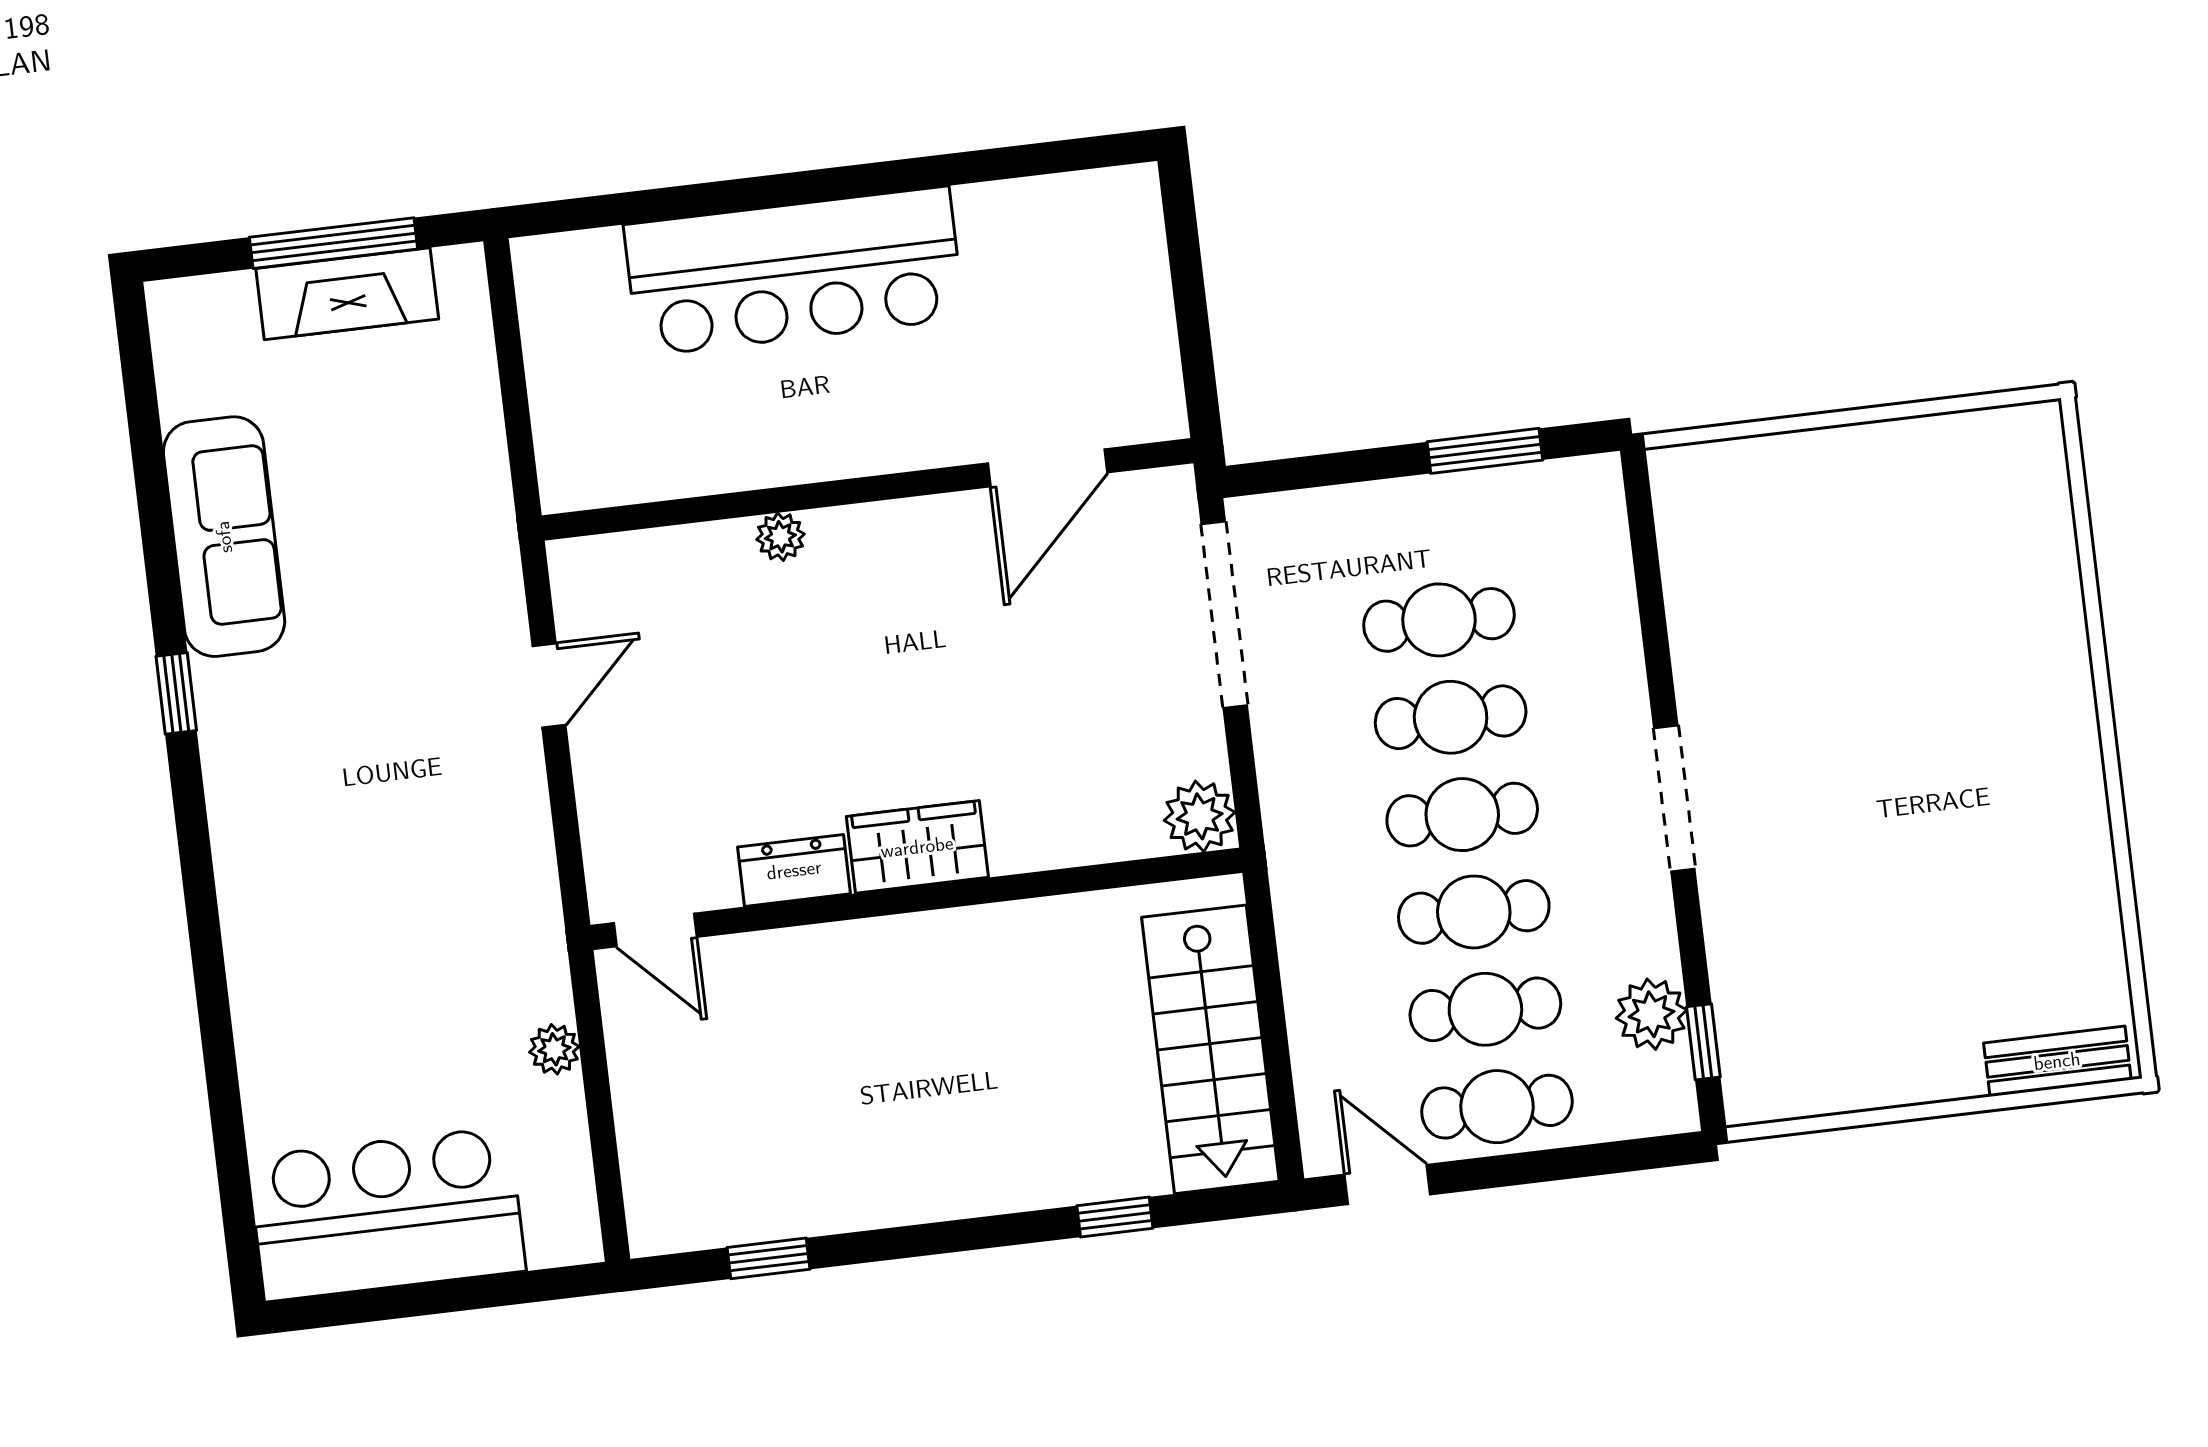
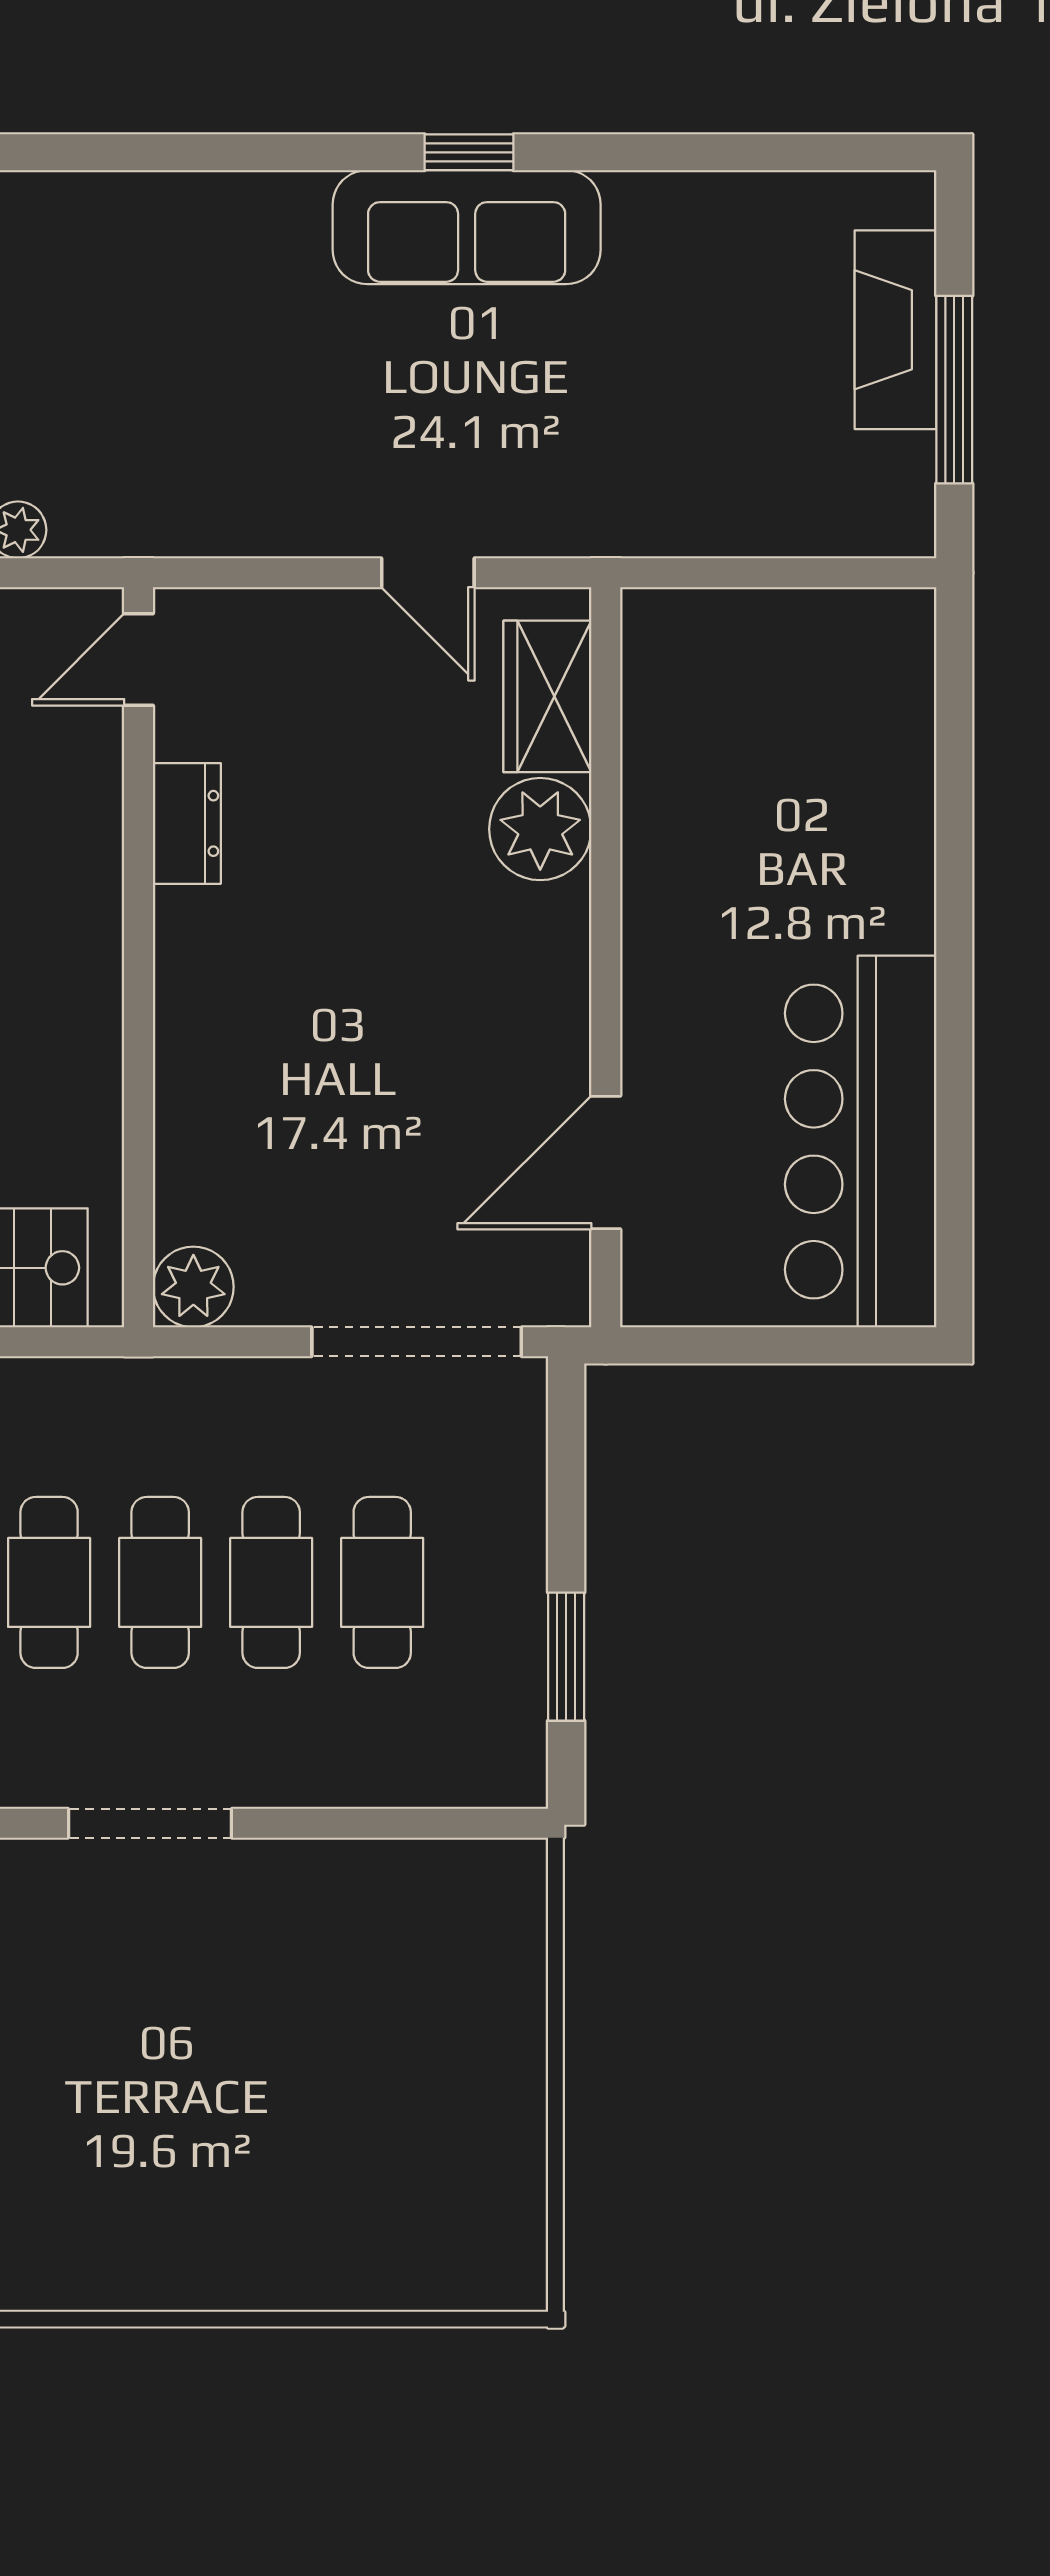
bar counter: (794, 271) -> (861, 1142), moved
fireplace: (347, 294) -> (895, 330), moved
door: (1047, 468) -> (606, 1163), hinge flipped
sofa: (224, 537) -> (467, 227), moved
plant: (780, 537) -> (540, 829), width x1.88, depth x1.88
wardrobe: (917, 847) -> (547, 696), moved, turned 180

